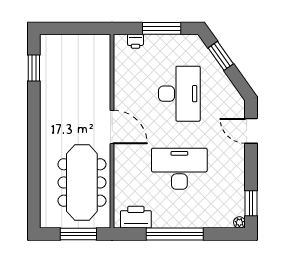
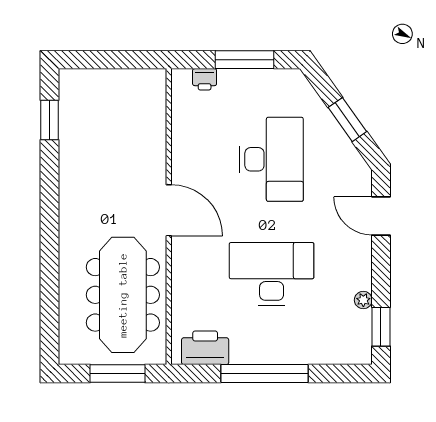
window: (221, 56) -> (347, 120), moved
plant: (239, 222) -> (363, 300), moved

